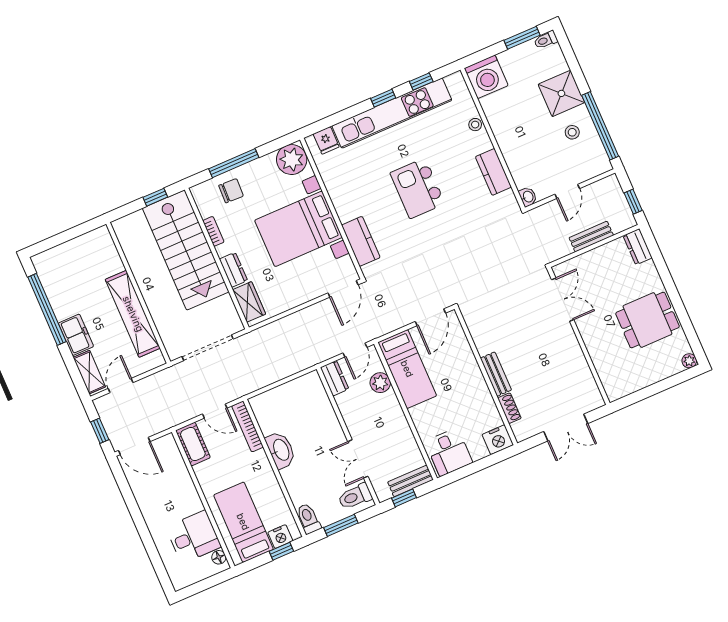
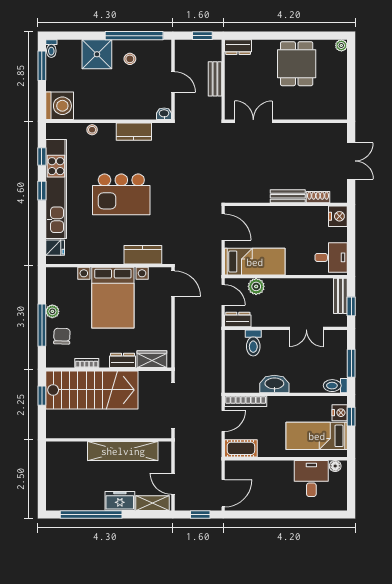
plant: (292, 160) -> (52, 311), moved, width x0.53, depth x0.53
kitchen island: (417, 188) -> (121, 194), width x1.37, depth x1.28
toilet: (355, 496) -> (253, 343), moved

